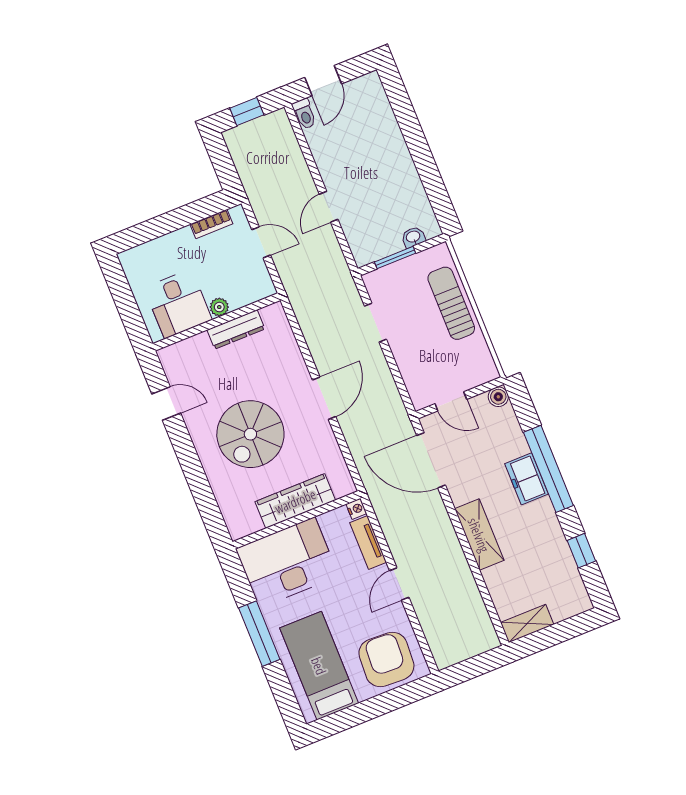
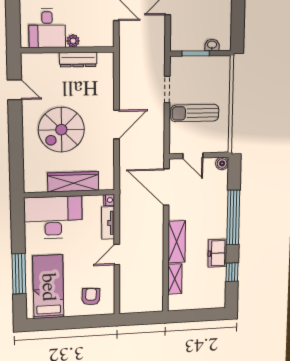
sun lounger: (451, 303) -> (195, 113), moved, turned -90
freezer: (527, 479) -> (217, 253), moved
shelving: (527, 624) -> (175, 279), moved, turned 90
window: (259, 634) -> (19, 274), moved
armchair: (386, 660) -> (91, 297), width x0.53, depth x0.53

